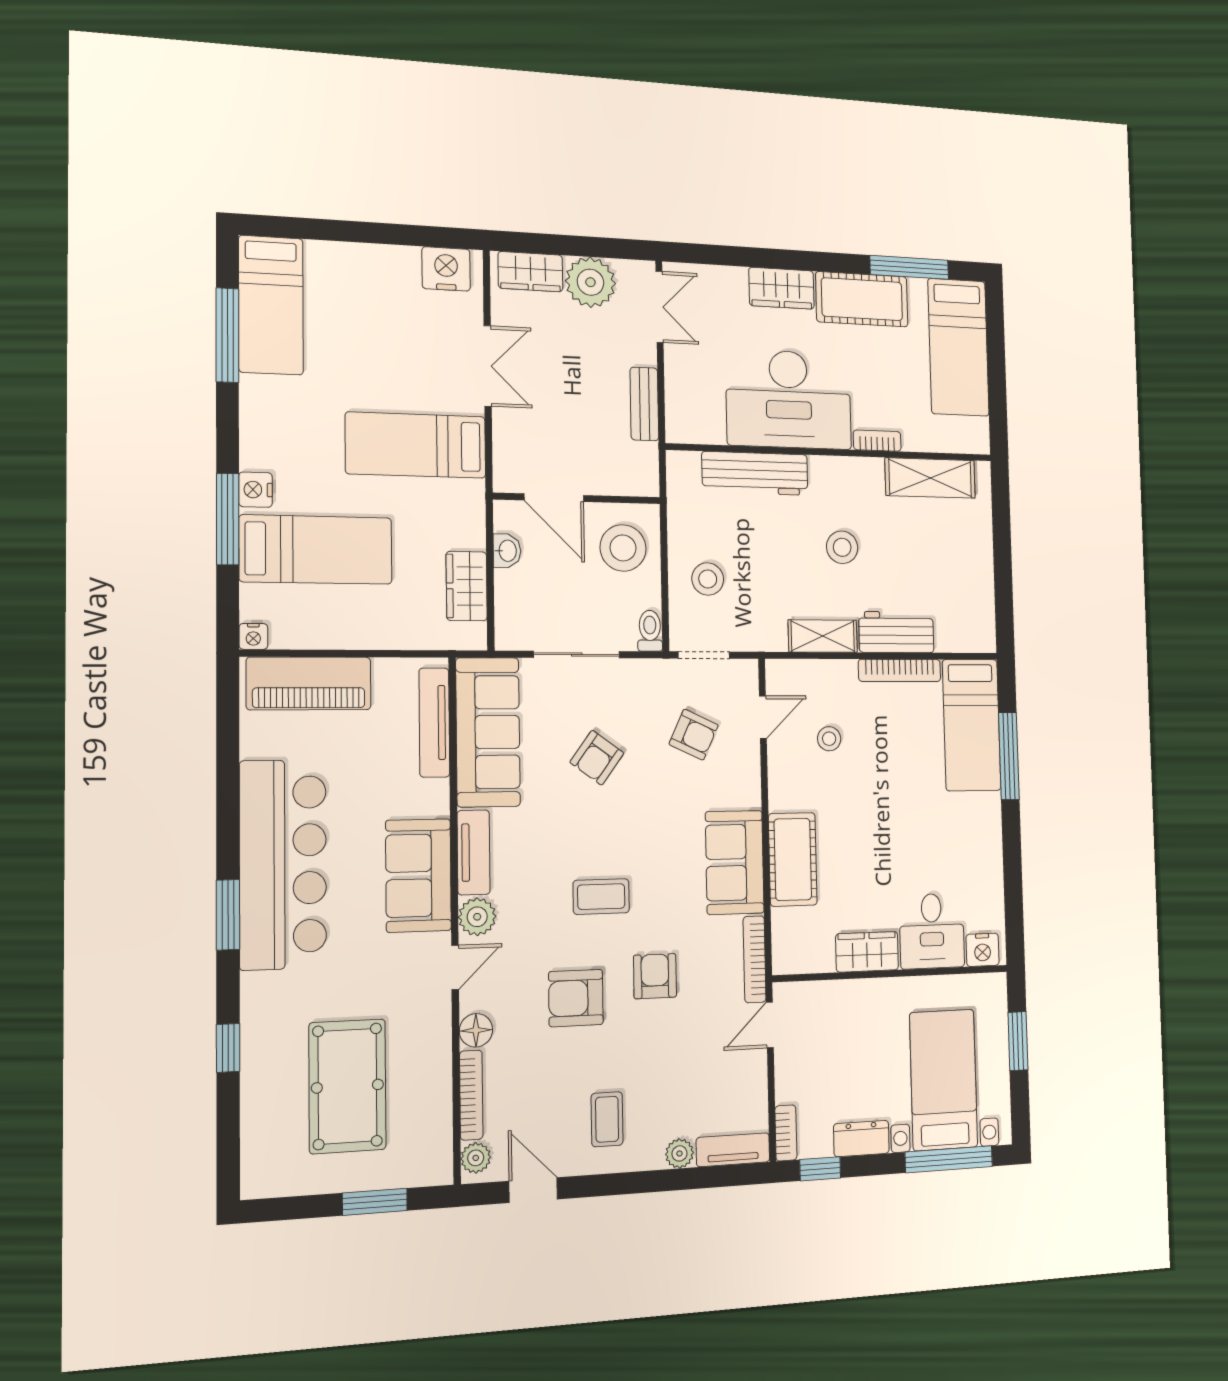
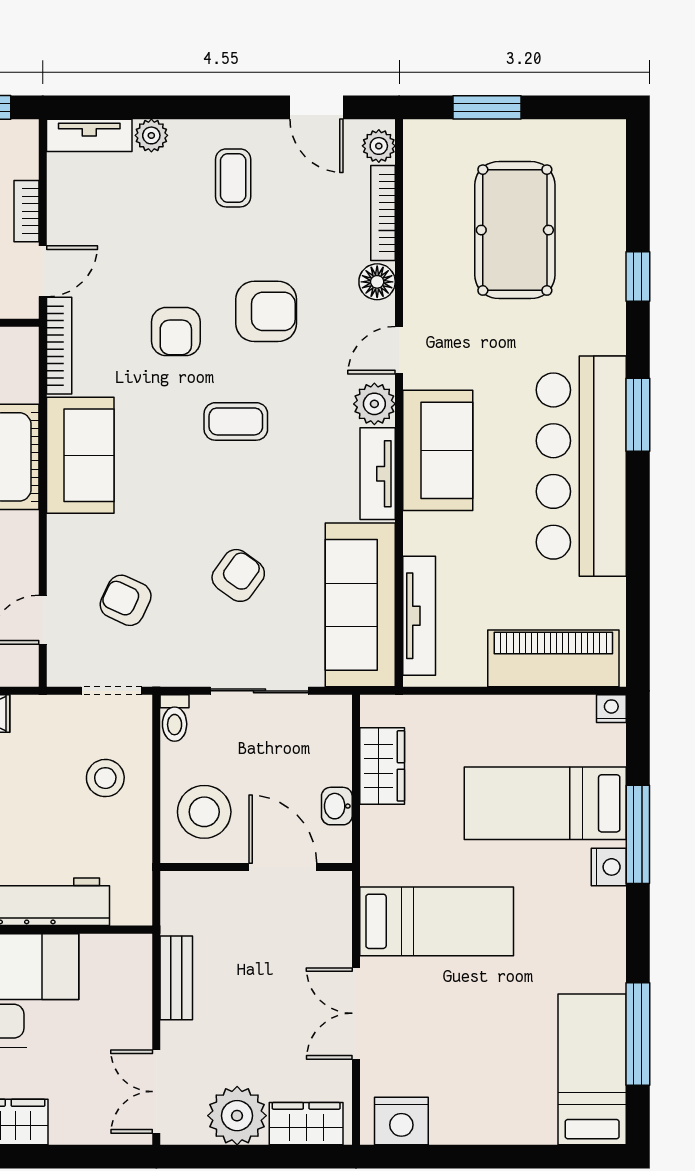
bookcase: (786, 1133) -> (27, 211), moved

